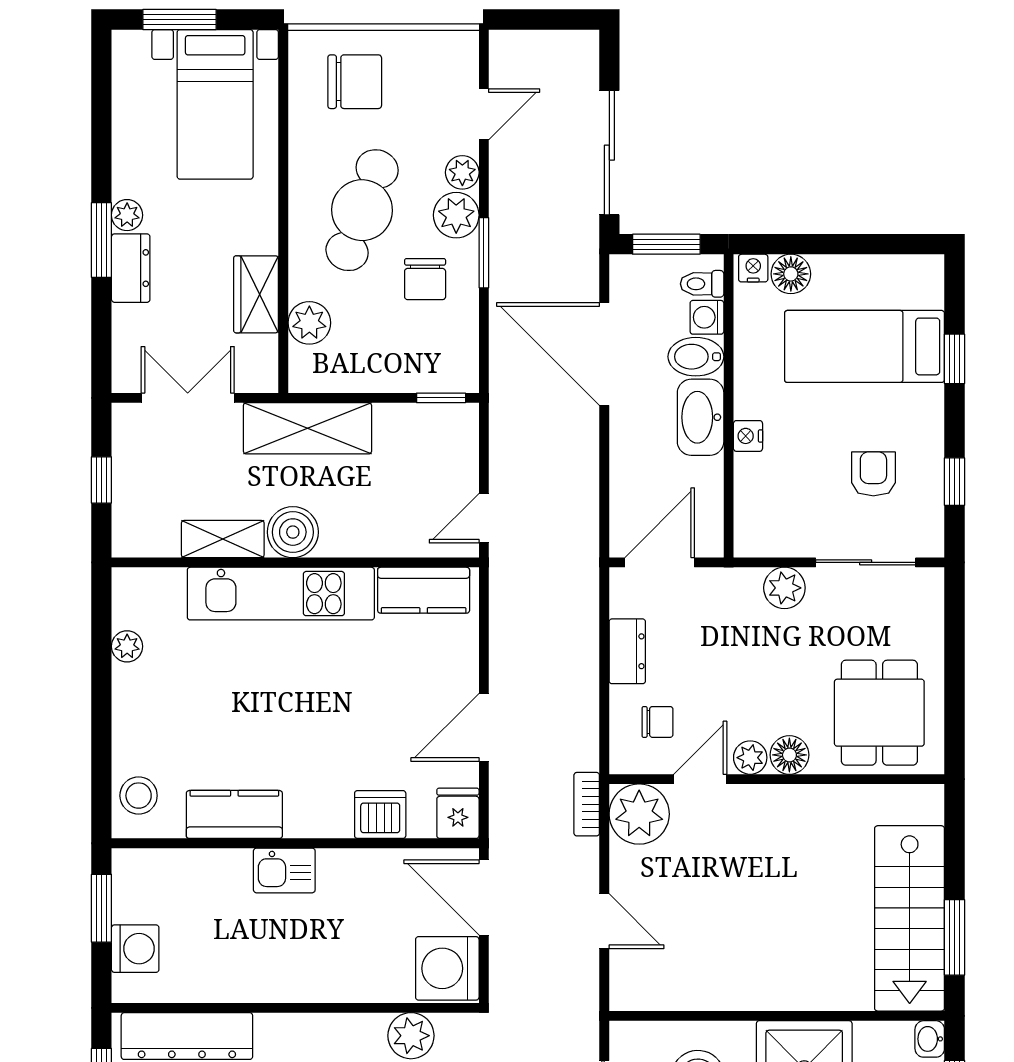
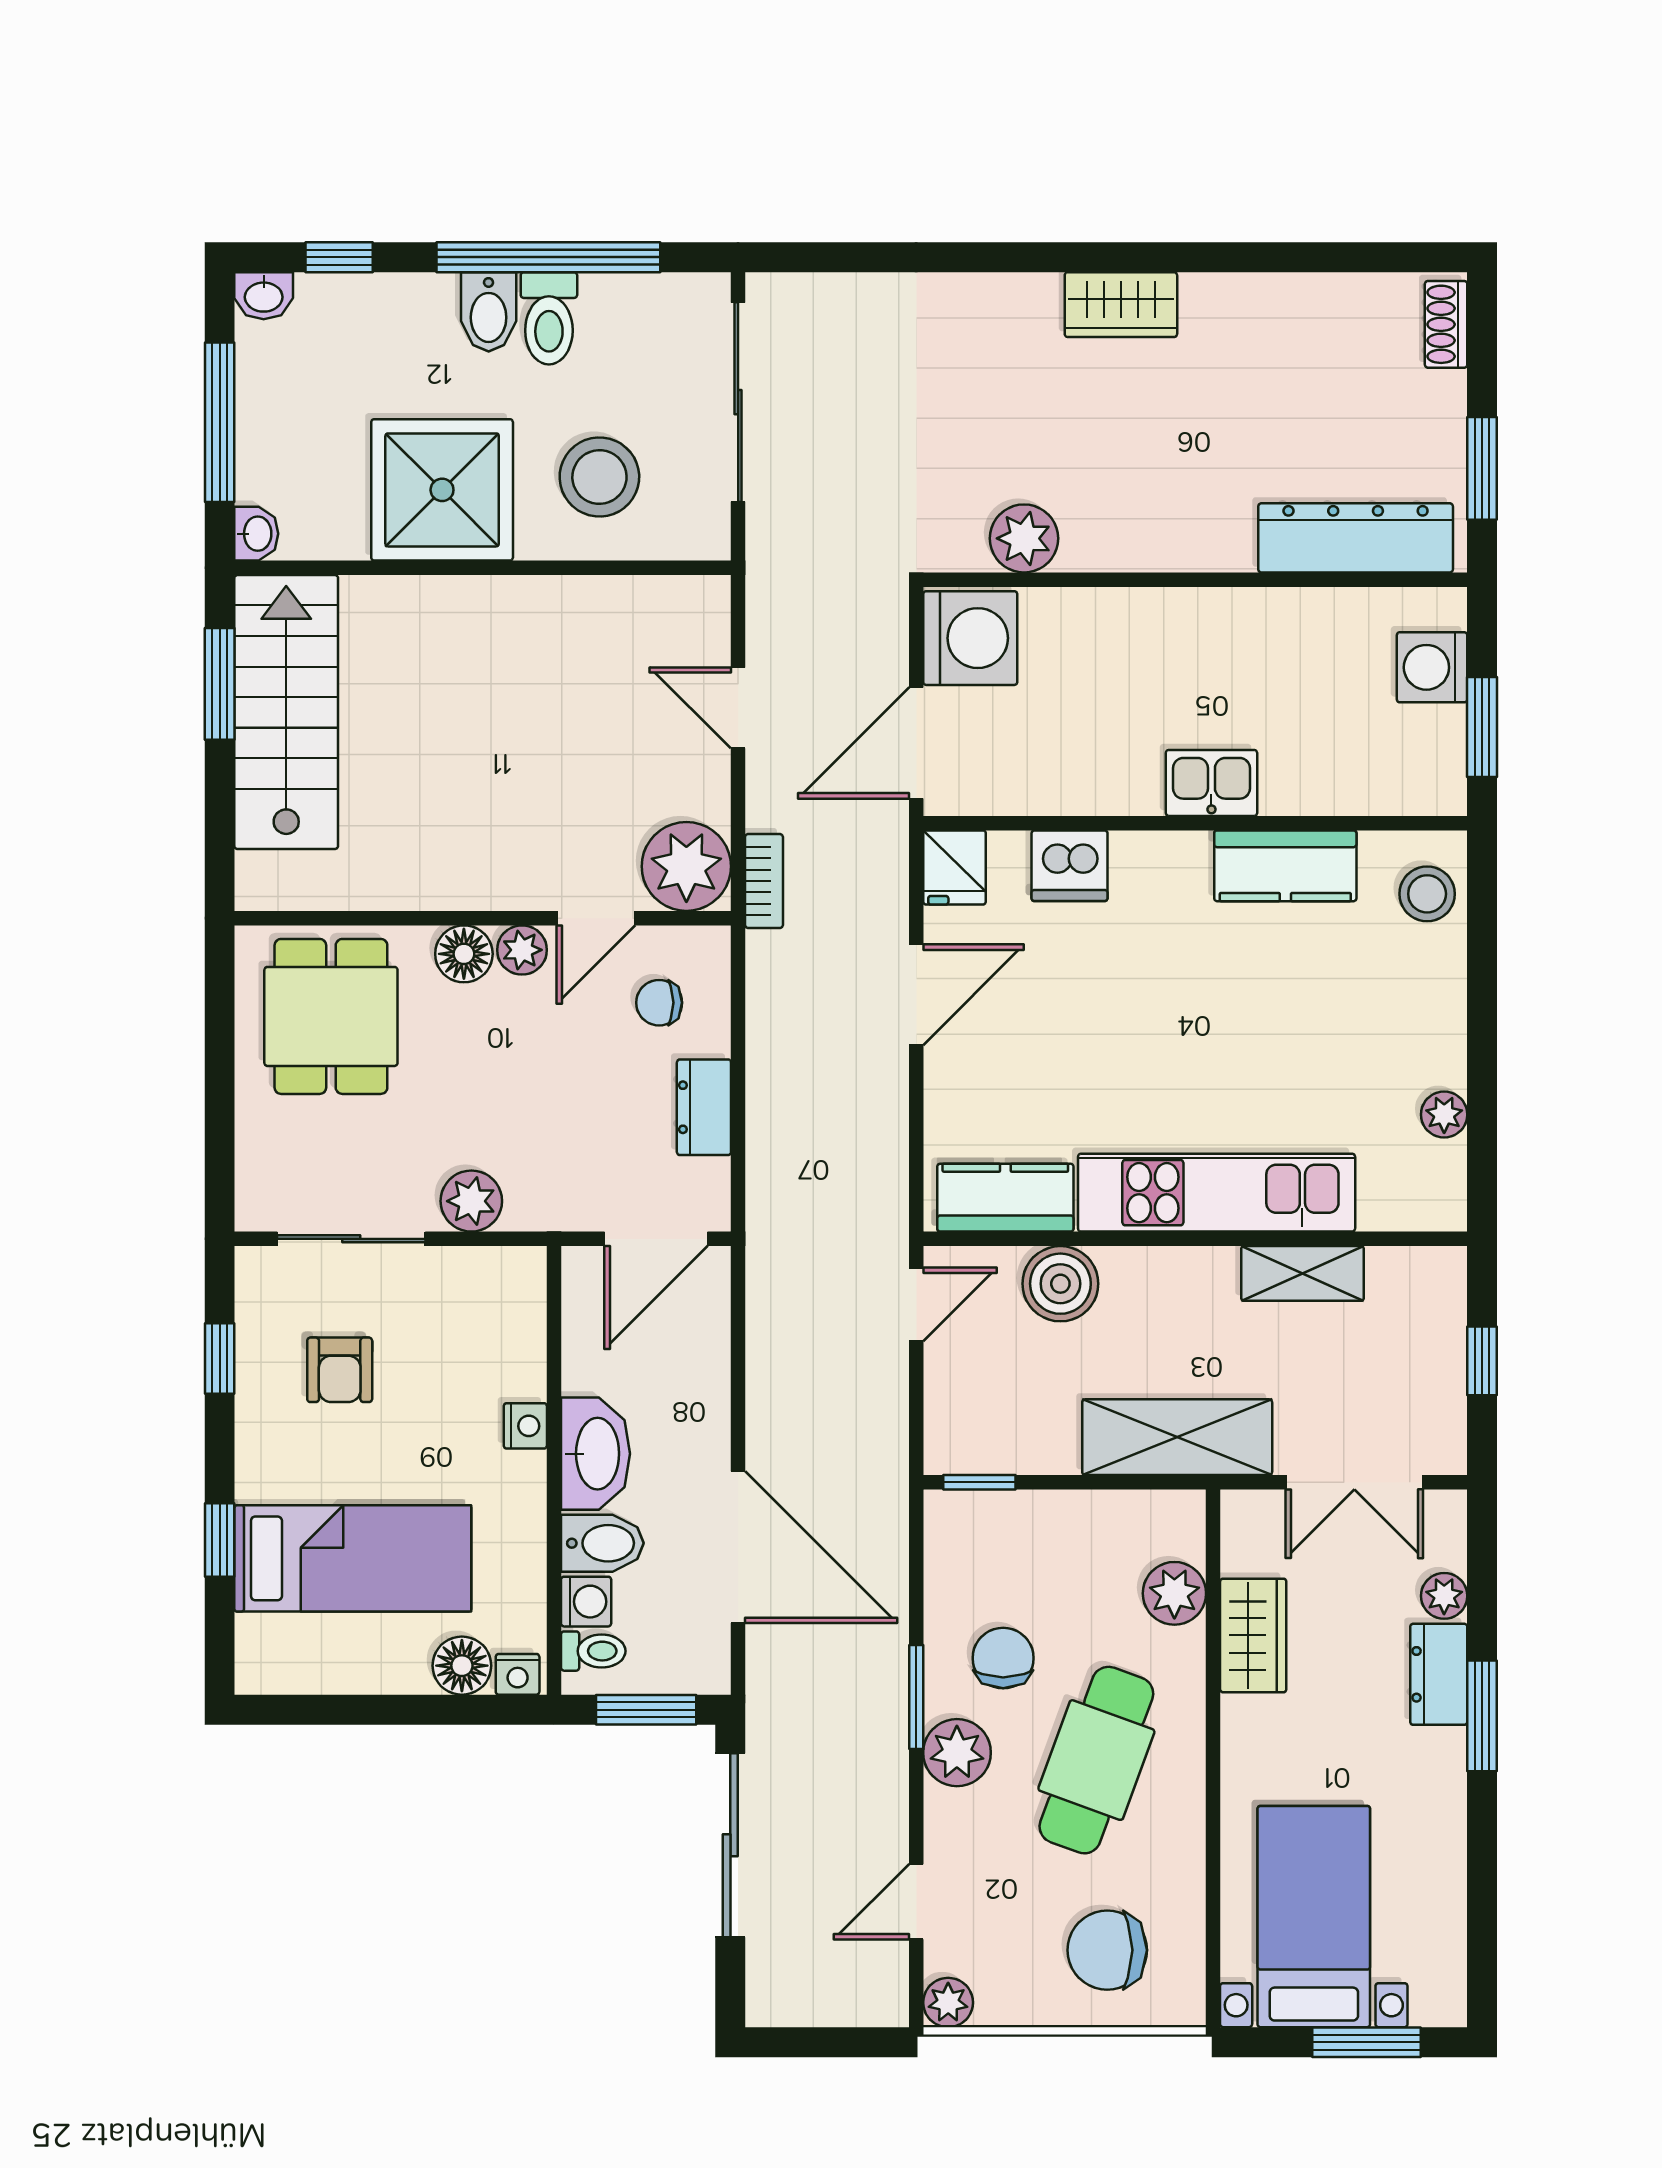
plant: (462, 172) -> (948, 2003), moved
plant: (127, 215) -> (1444, 1596), moved
boiler: (293, 532) -> (1060, 1284), moved
door: (484, 898) -> (916, 743), swing flipped

